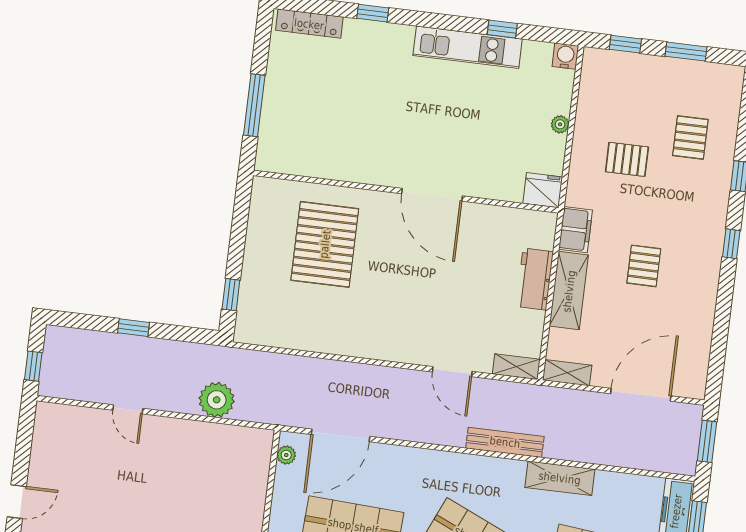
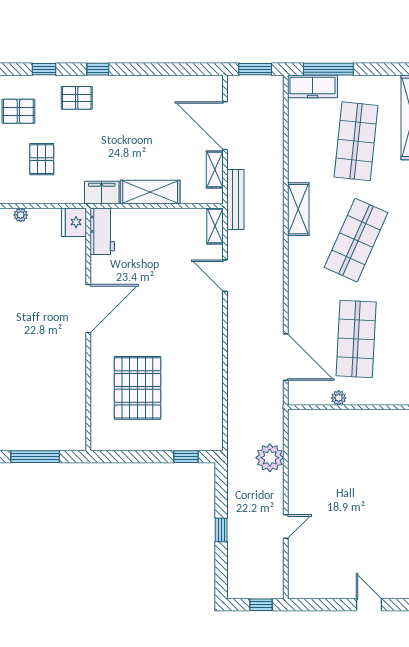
pallet: (325, 244) -> (138, 388), turned 90
pallet: (644, 266) -> (77, 98), moved
workbench: (535, 279) -> (102, 231), moved, turned -90
door: (452, 372) -> (225, 276), swing flipped
shelving: (567, 373) -> (215, 170), moved
bench: (505, 442) -> (235, 200), moved
plant: (286, 455) -> (339, 398), moved
shelving: (560, 478) -> (298, 209), moved

